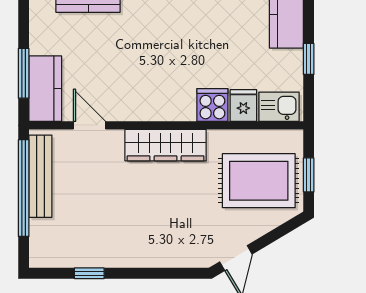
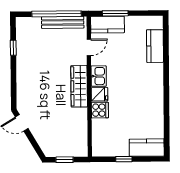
fridge: (243, 106) -> (99, 94), moved
kitchen sink: (279, 107) -> (99, 76), moved
rug: (259, 181) -> (61, 134), removed

